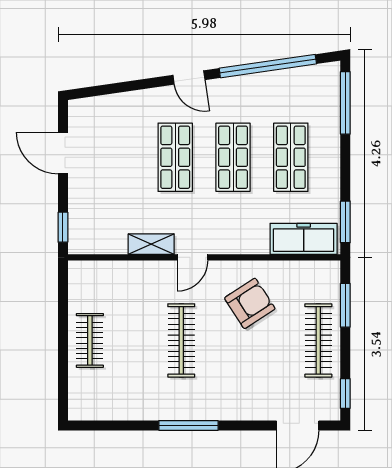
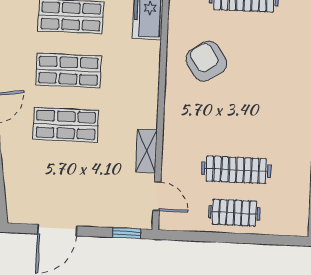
door: (192, 257) -> (157, 196), moved
clothes rail: (181, 340) -> (236, 170), moved

